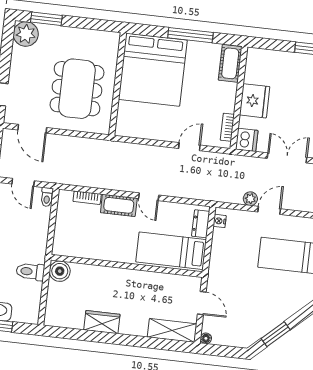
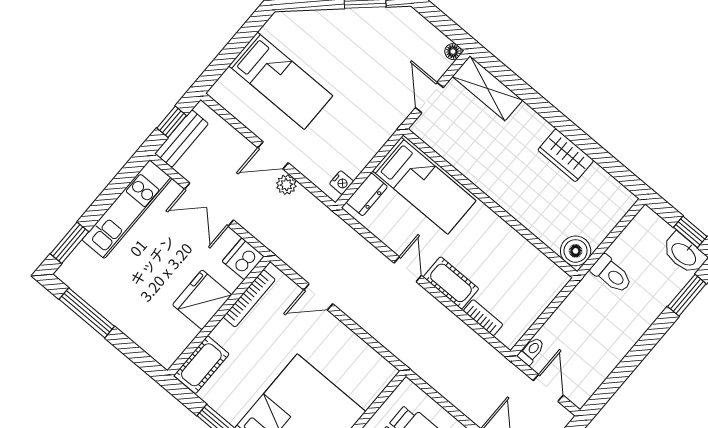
bookcase: (227, 127) -> (249, 298), width x1.56

